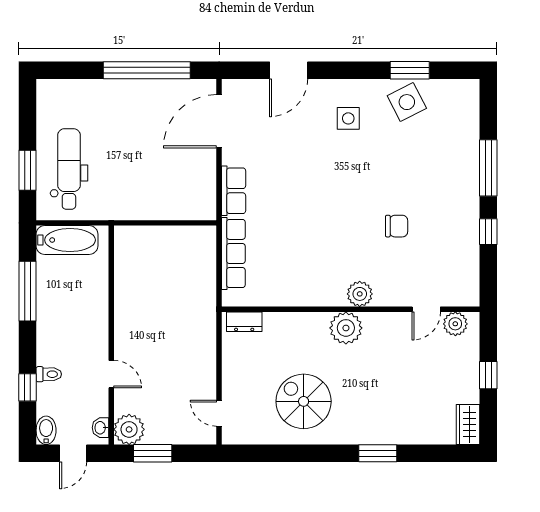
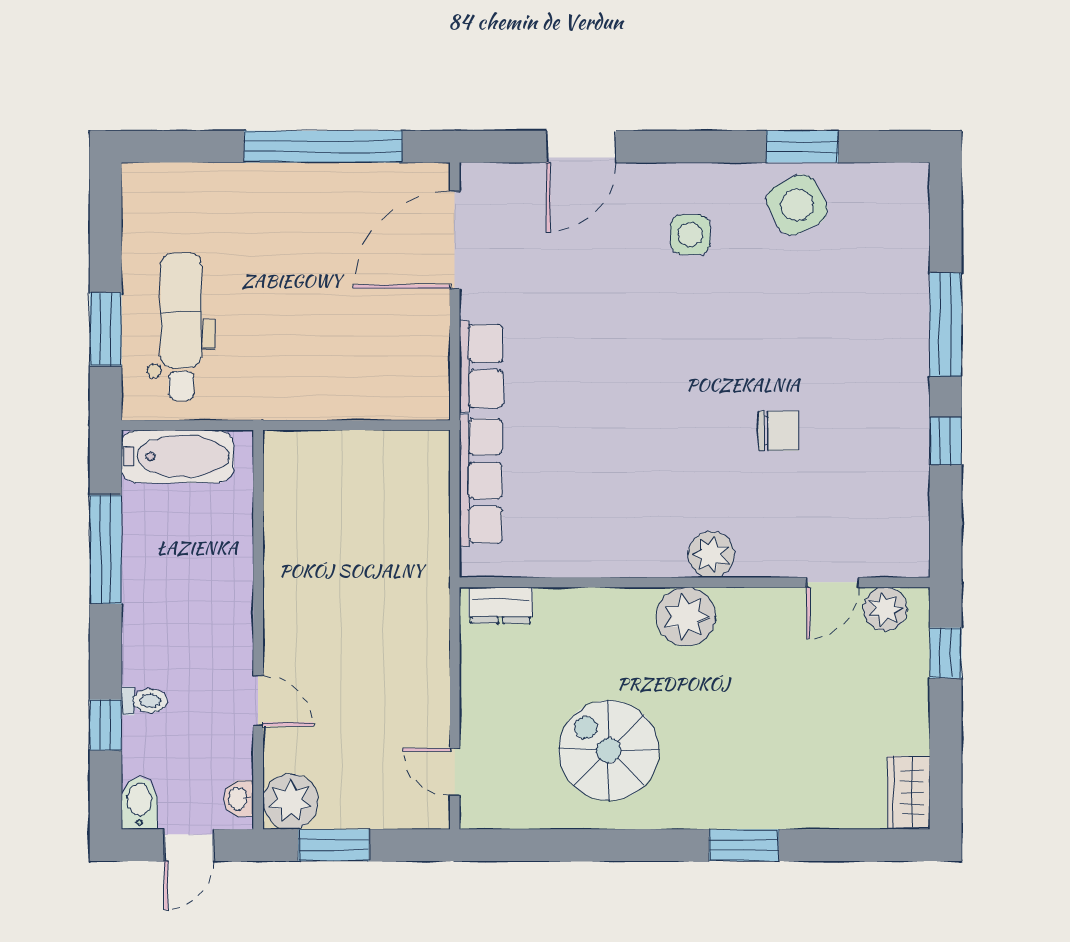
window: (488, 375) -> (946, 653), moved

